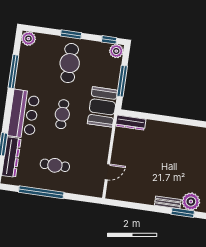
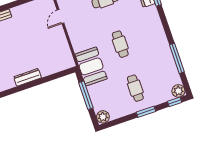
window: (109, 40) -> (175, 102), moved
cafe table: (70, 63) -> (135, 88), width x0.73, depth x0.74
bar counter: (24, 114) -> (151, 28), removed
dresser: (131, 123) -> (27, 77), moved

